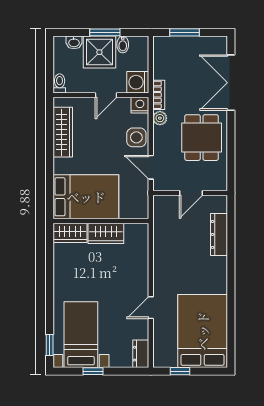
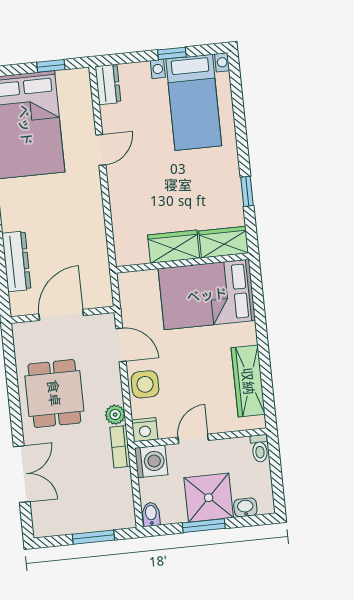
bidet: (123, 44) -> (151, 514), moved
double door: (231, 83) -> (22, 474), width x0.73
door: (191, 193) -> (61, 315), width x1.38
window: (50, 345) -> (247, 191), moved

